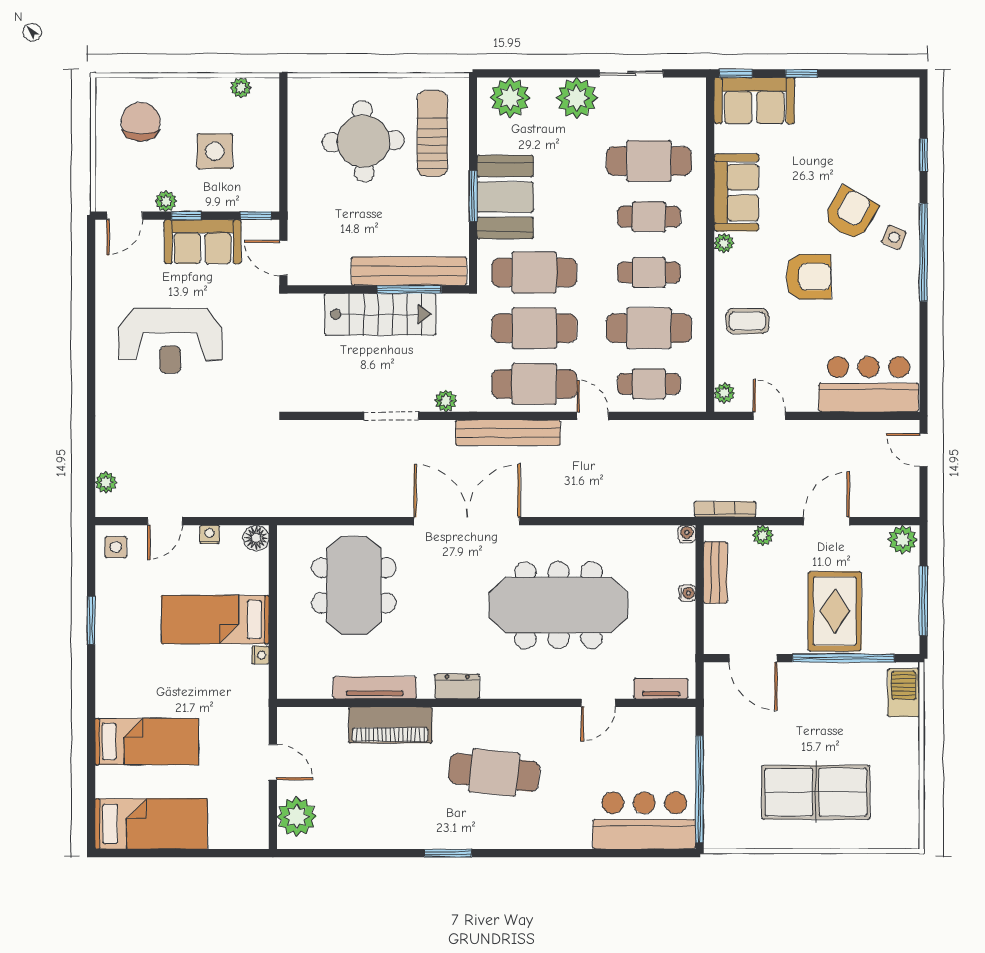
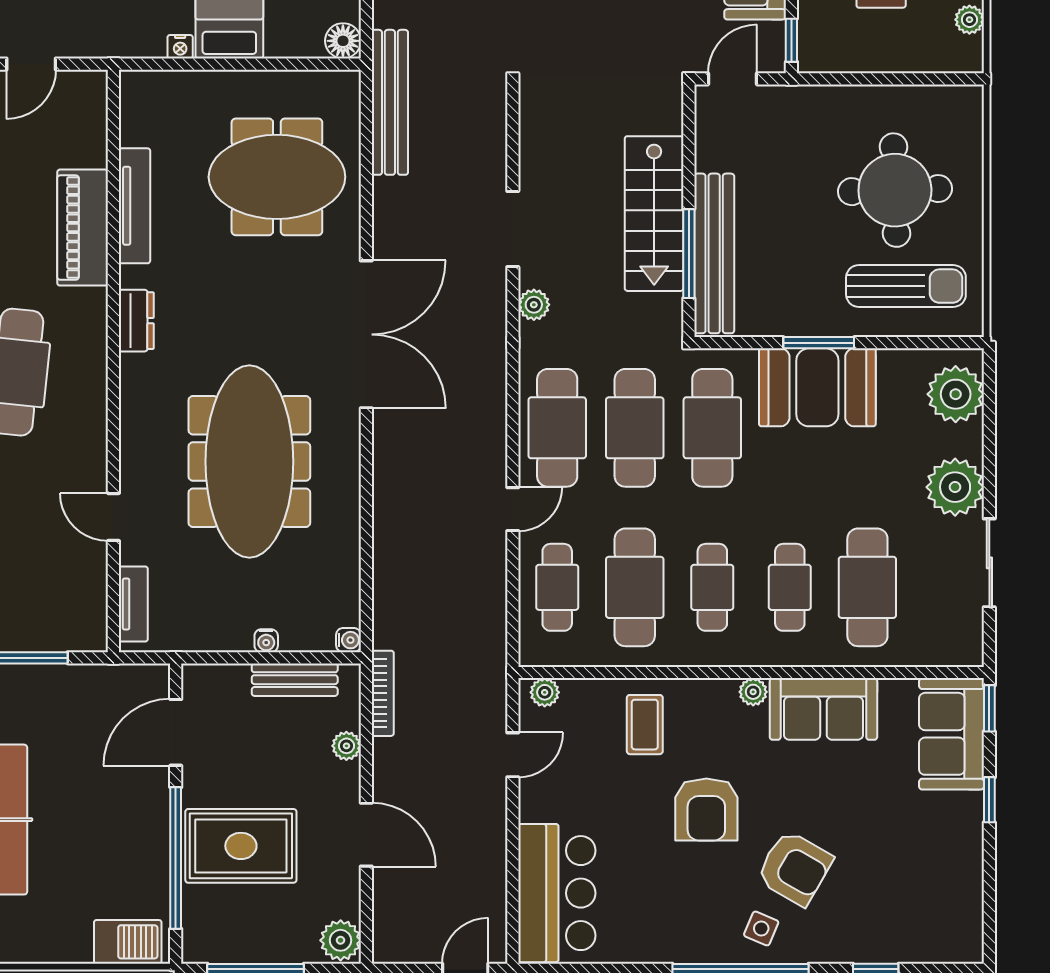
bench: (508, 433) -> (390, 102), moved

